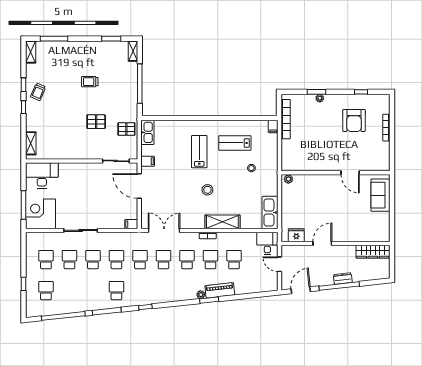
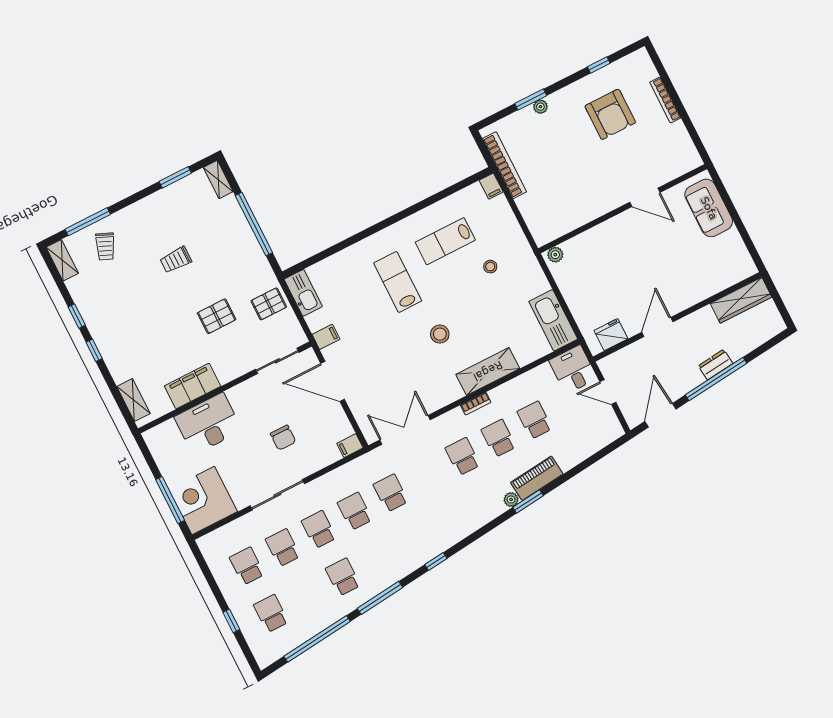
trolley: (38, 92) -> (105, 246), moved
filing cabinet: (65, 152) -> (193, 386), added
desk: (42, 175) -> (208, 424), moved
chair: (99, 202) -> (283, 438), added
school desk: (163, 260) -> (427, 475), removed
school desk: (116, 291) -> (343, 577), moved

